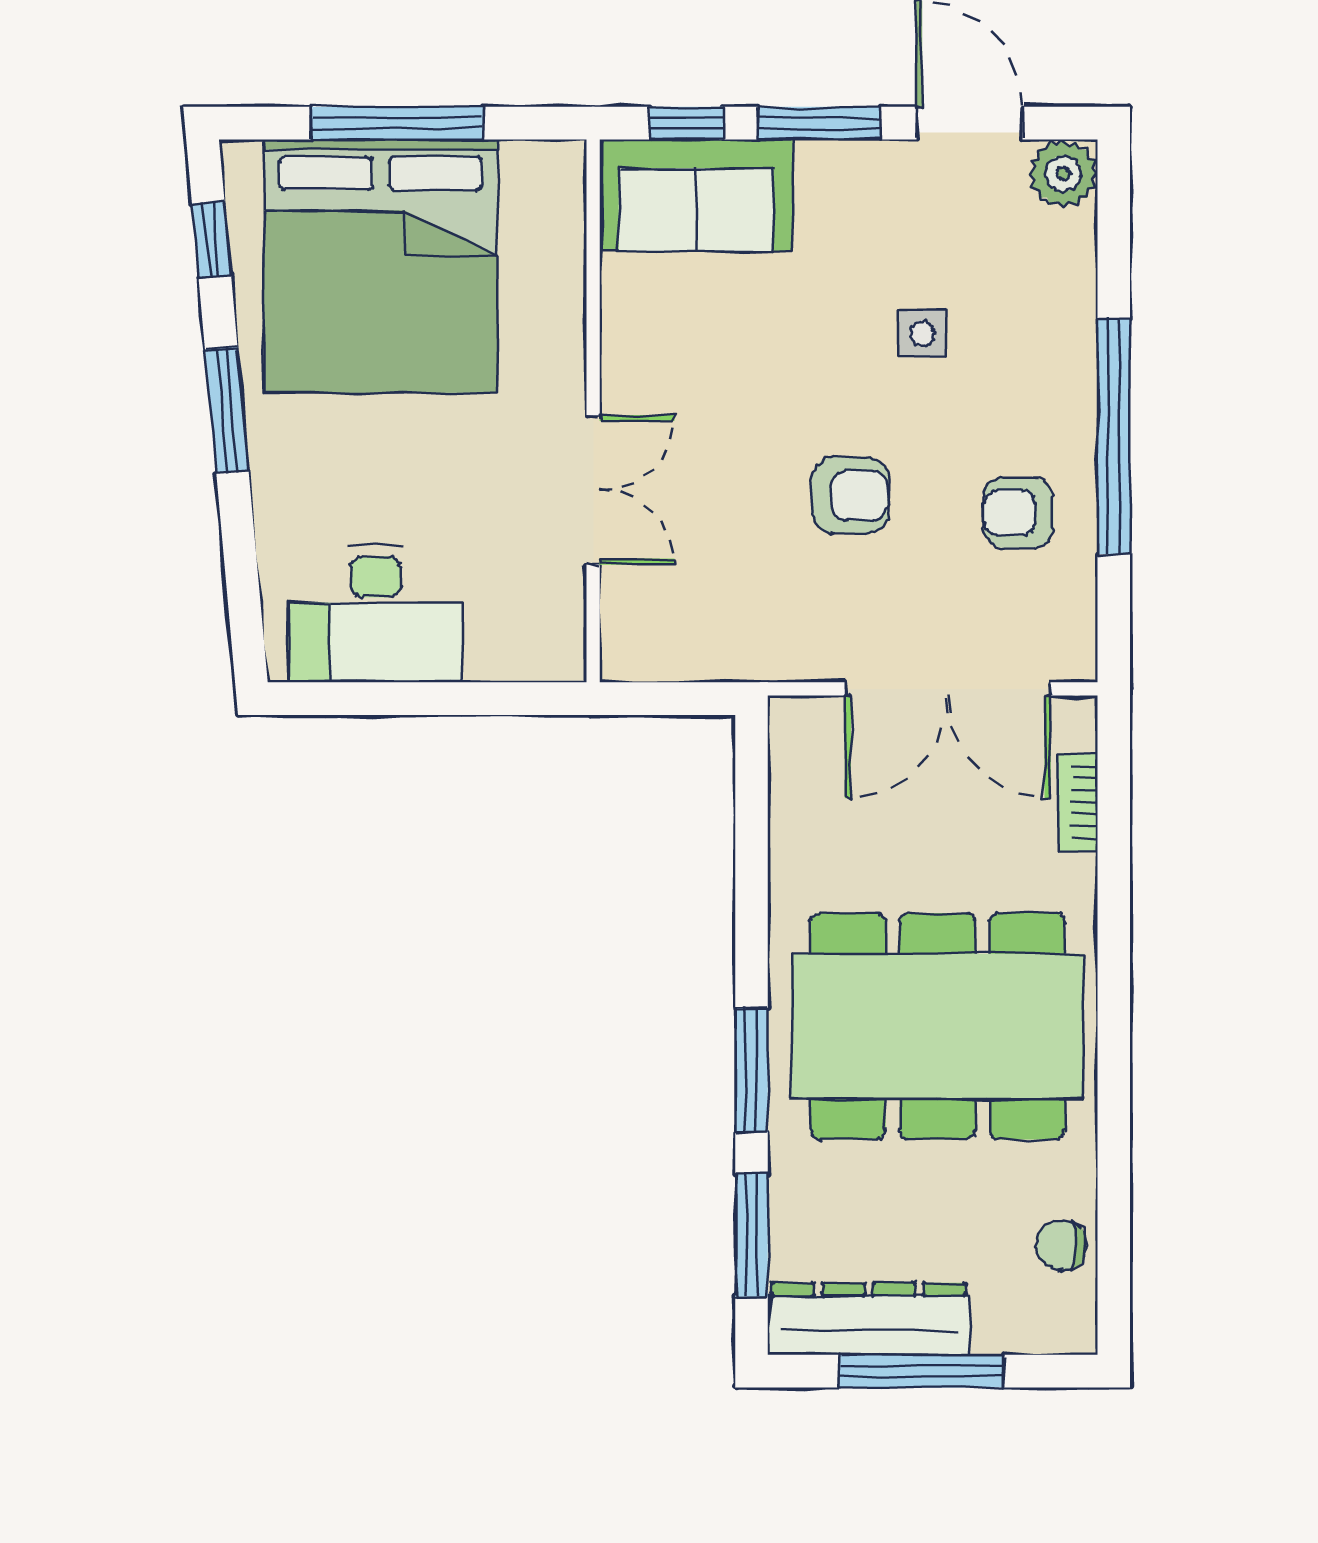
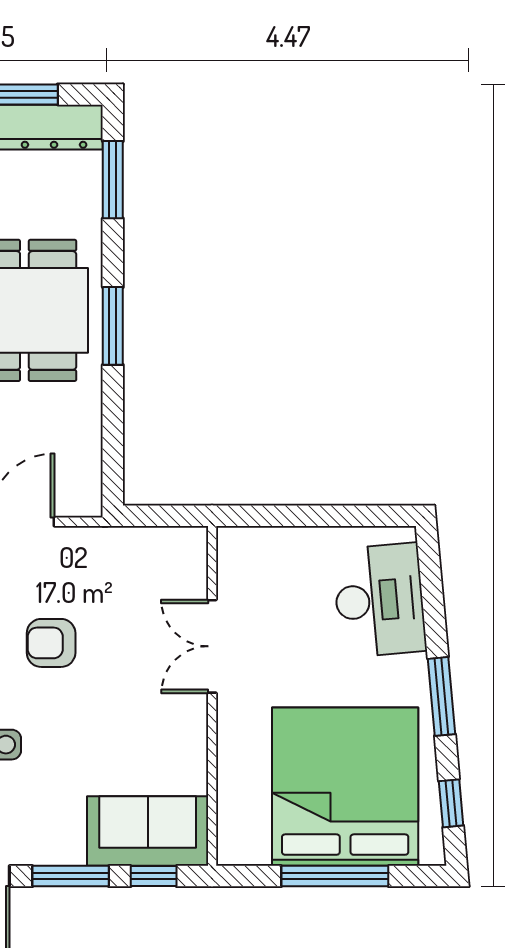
desk: (376, 614) -> (379, 600), moved, turned 85
window: (752, 1070) -> (113, 326), moved

